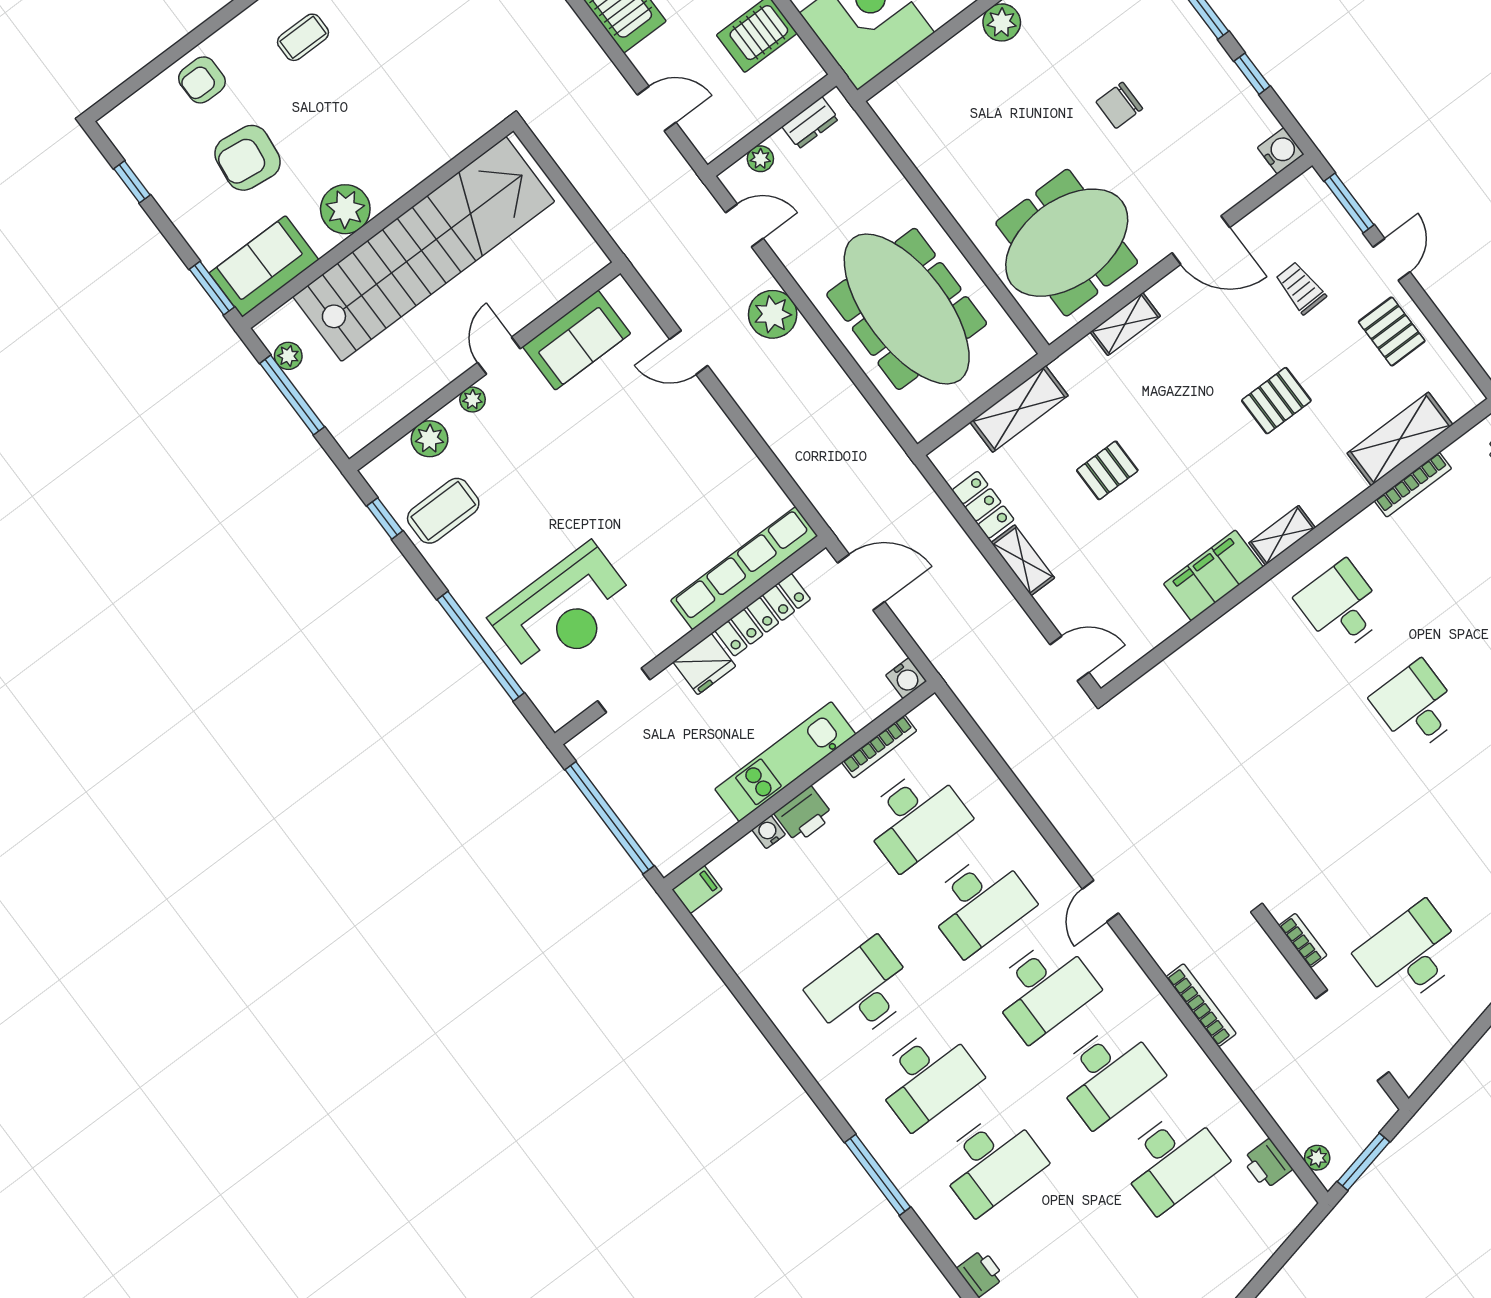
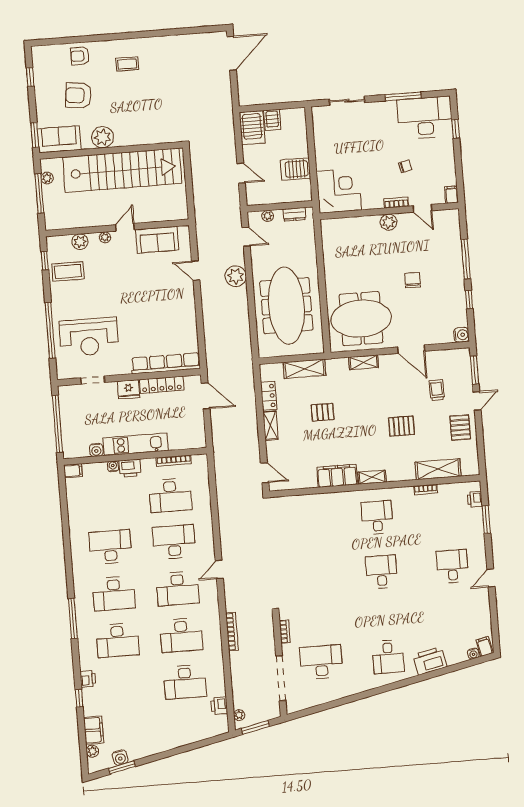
chair: (1119, 105) -> (413, 280), turned 91
bookcase: (1413, 485) -> (426, 490), width x0.64
water cooler: (906, 678) -> (96, 450), moved
desk: (979, 903) -> (174, 542), turned 180

